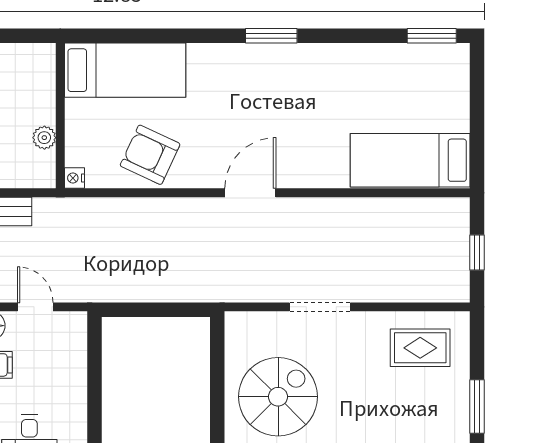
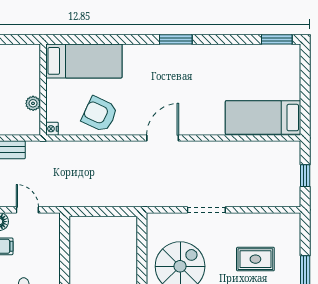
rug: (420, 348) -> (255, 259), moved

